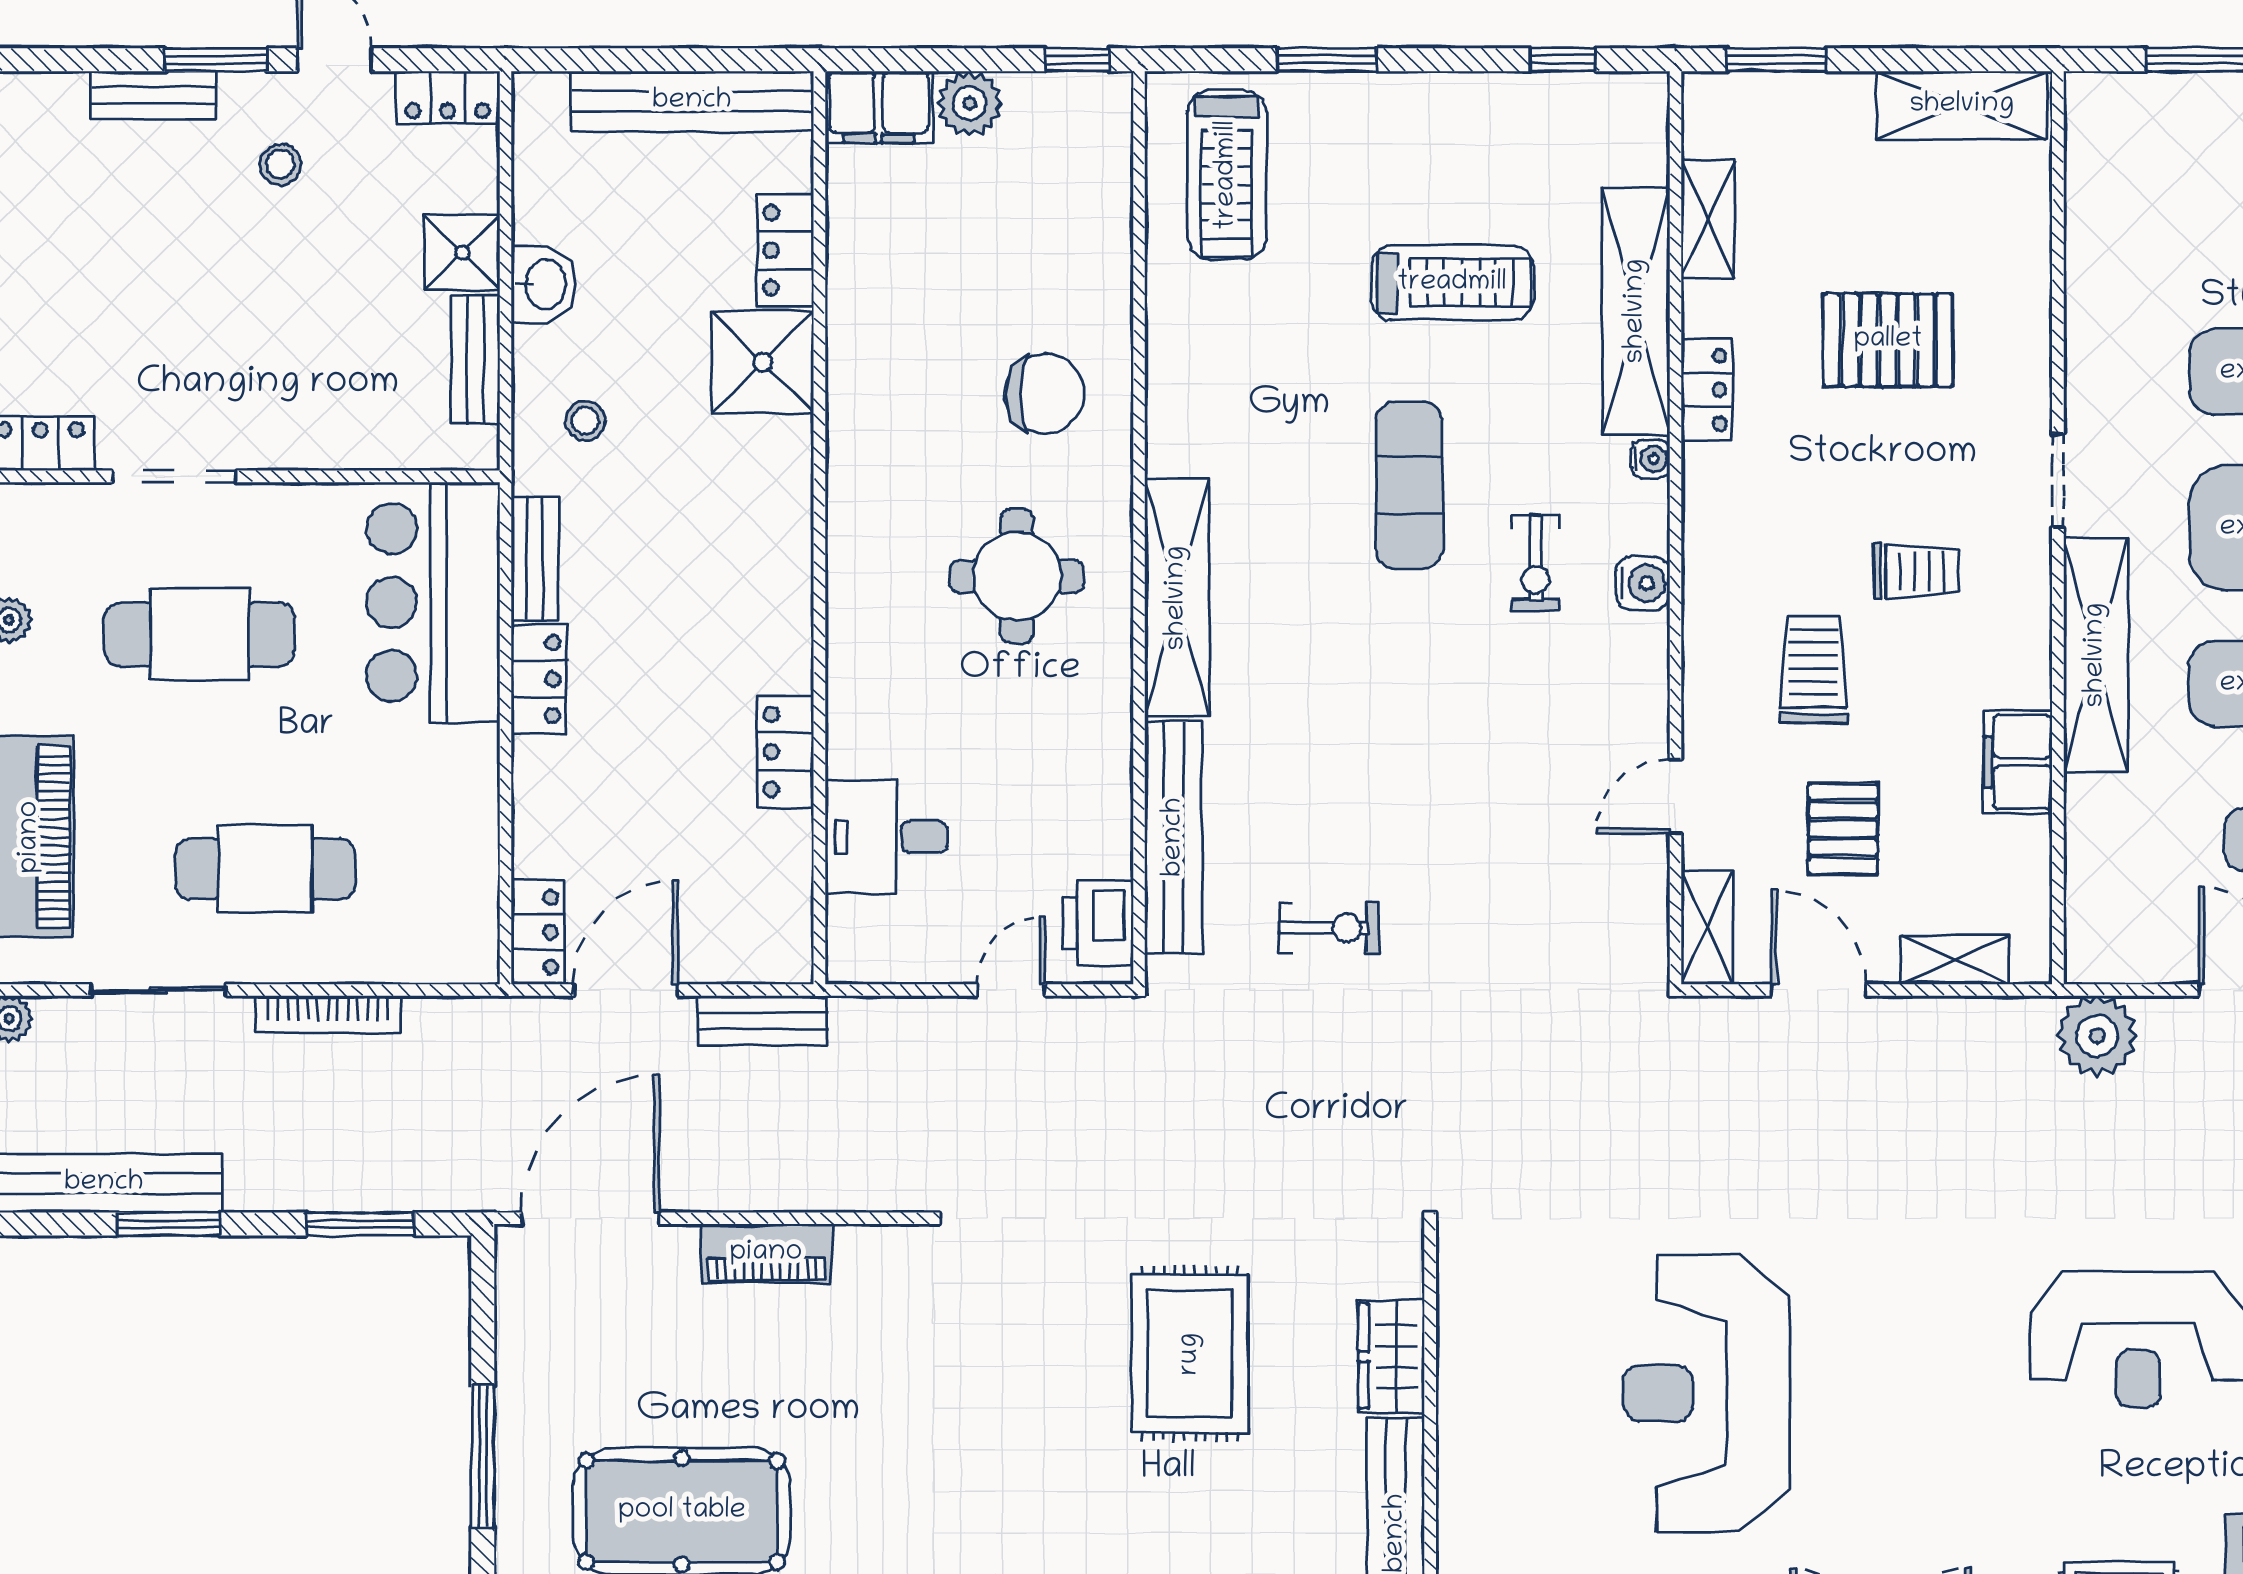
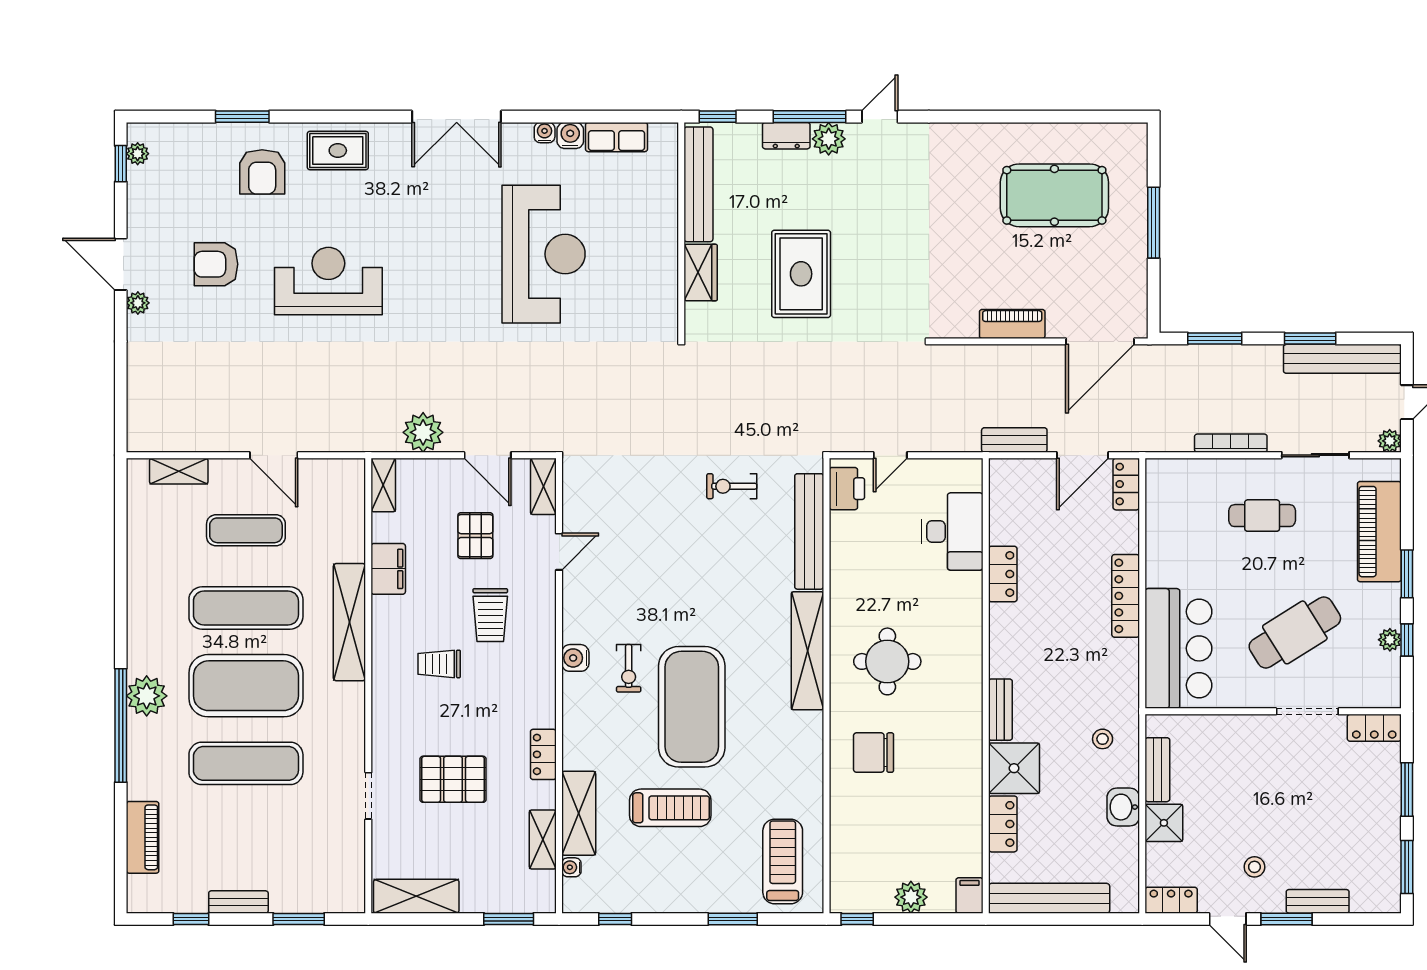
filing cabinet: (879, 107) -> (970, 895), width x0.50
treadmill: (1452, 283) -> (670, 808), turned 180
shelving: (1636, 311) -> (579, 813), width x0.68
water cooler: (1651, 459) -> (571, 867), moved
doorway: (2058, 480) -> (368, 796), moved
exercise mat: (1409, 485) -> (692, 707), width x2.00, depth x1.45
bench: (535, 558) -> (1000, 710), moved
exercise bike: (1536, 563) -> (629, 668), turned 180
cafe table: (199, 634) -> (1295, 632), turned -32
locker: (539, 679) -> (1126, 596), width x1.53
desk: (886, 837) -> (952, 531), width x1.37
cafe table: (265, 869) -> (1262, 516), width x0.73, depth x0.74
shelving: (1955, 960) -> (383, 485), moved, turned 90
plant: (2097, 1036) -> (423, 432), moved

